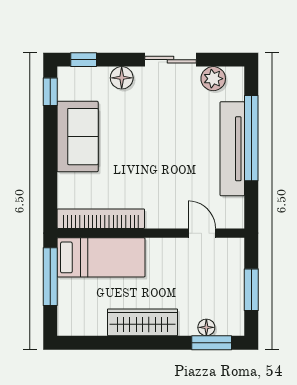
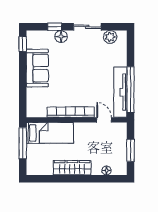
window: (84, 60) -> (55, 27), moved
window: (251, 138) -> (131, 90), moved
tv unit: (232, 149) -> (120, 92), moved
bookcase: (101, 219) -> (71, 112), moved
window: (212, 343) -> (109, 179), removed

